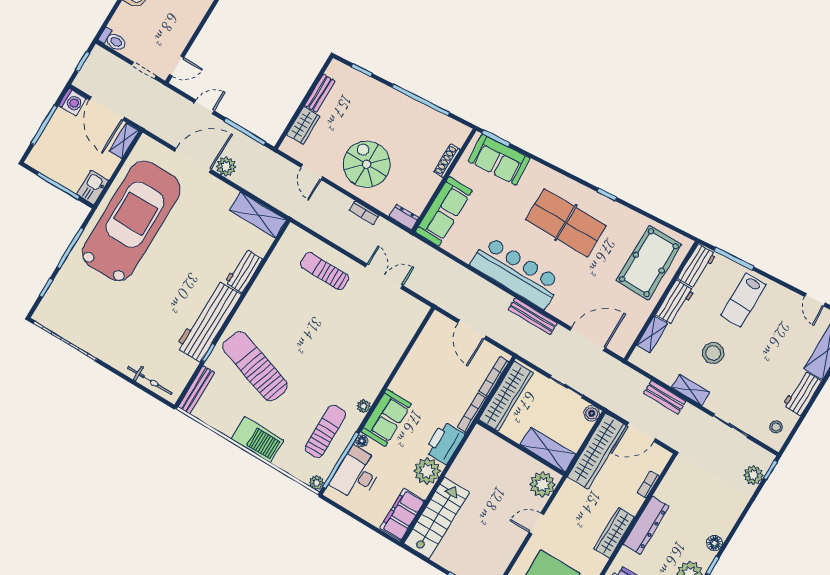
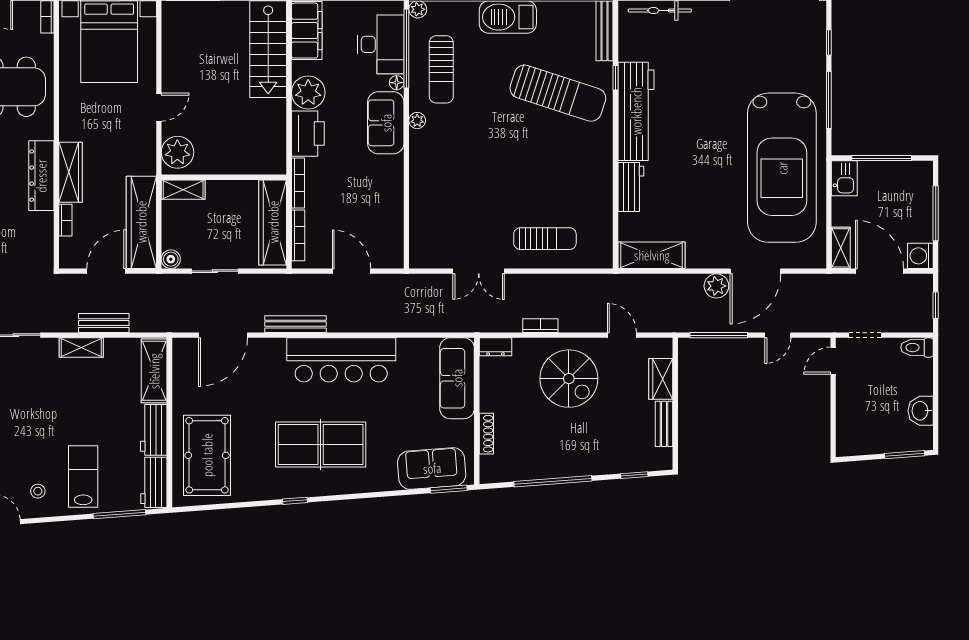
shelving: (652, 334) -> (154, 371), width x1.50, depth x1.33
stool: (713, 353) -> (38, 491), moved, width x0.53, depth x0.53
shelving: (548, 450) -> (183, 190), width x0.67, depth x0.75
wardrobe: (614, 533) -> (71, 172), moved

